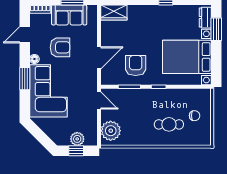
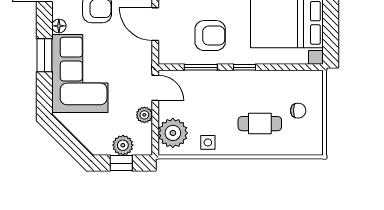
door: (99, 58) -> (155, 24), swing flipped
armchair: (136, 65) -> (210, 36), turned 90
plant: (92, 119) -> (144, 115), added
side table: (134, 137) -> (208, 142), added

